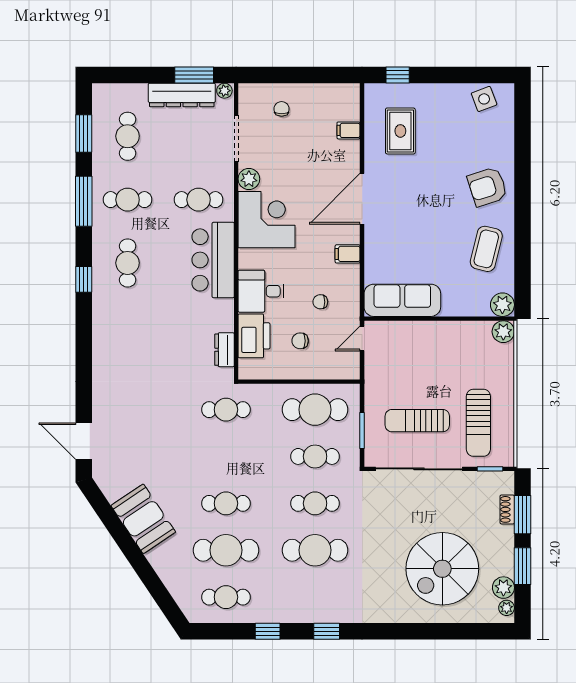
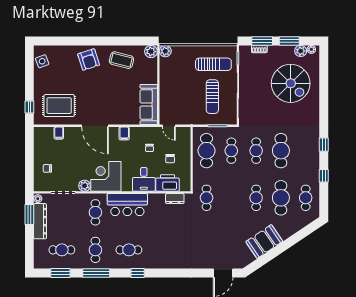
rug: (400, 131) -> (59, 106), width x1.36, depth x1.43

